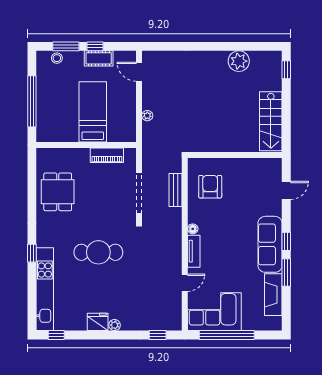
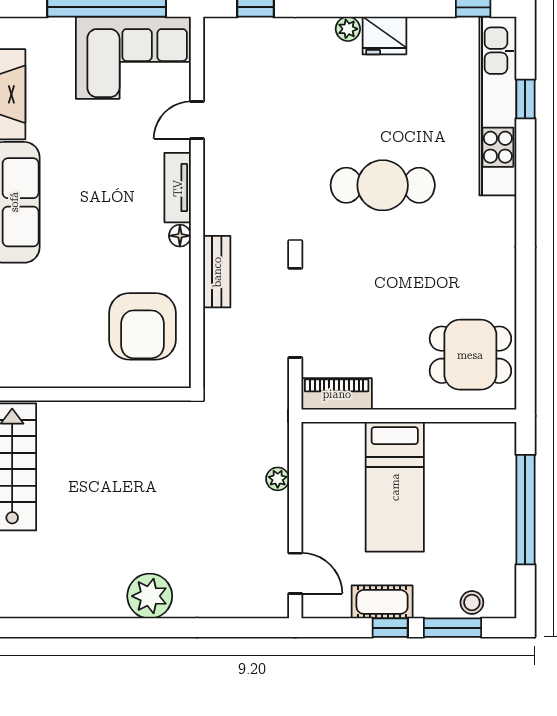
plant: (239, 61) -> (150, 596), moved
piano: (107, 155) -> (337, 394), moved
armchair: (210, 187) -> (142, 326), width x1.36, depth x1.36
bench: (176, 190) -> (217, 272), moved
dining table: (58, 192) -> (470, 355), moved, turned 90
window: (32, 253) -> (525, 99), moved

